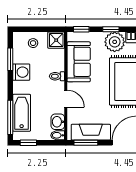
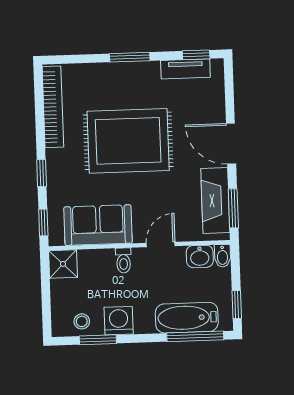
plant: (115, 42) -> (62, 166), removed
stool: (33, 43) -> (82, 321), moved

